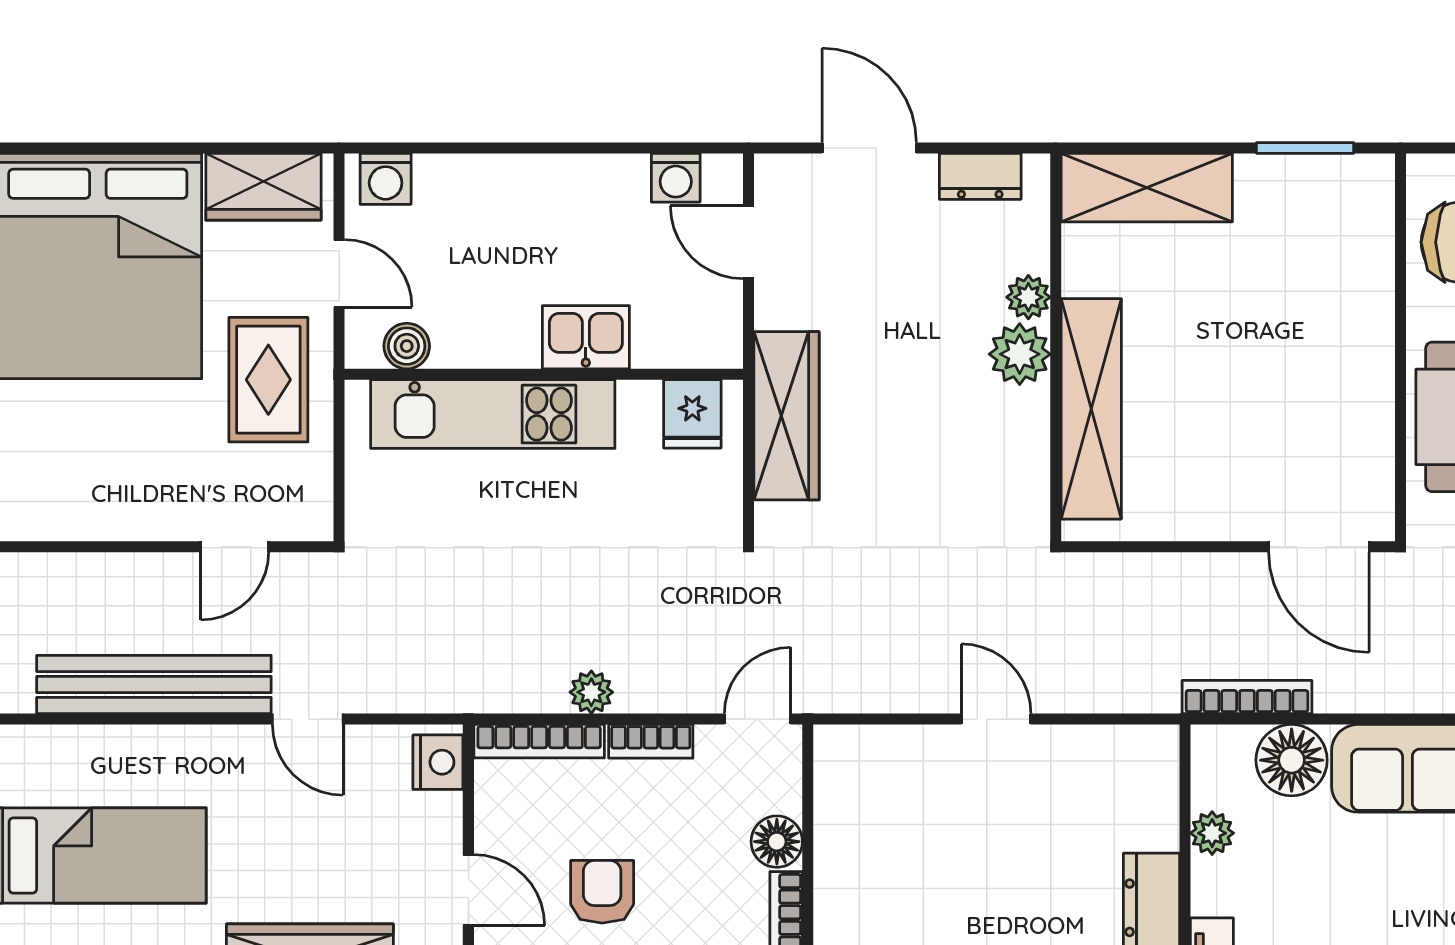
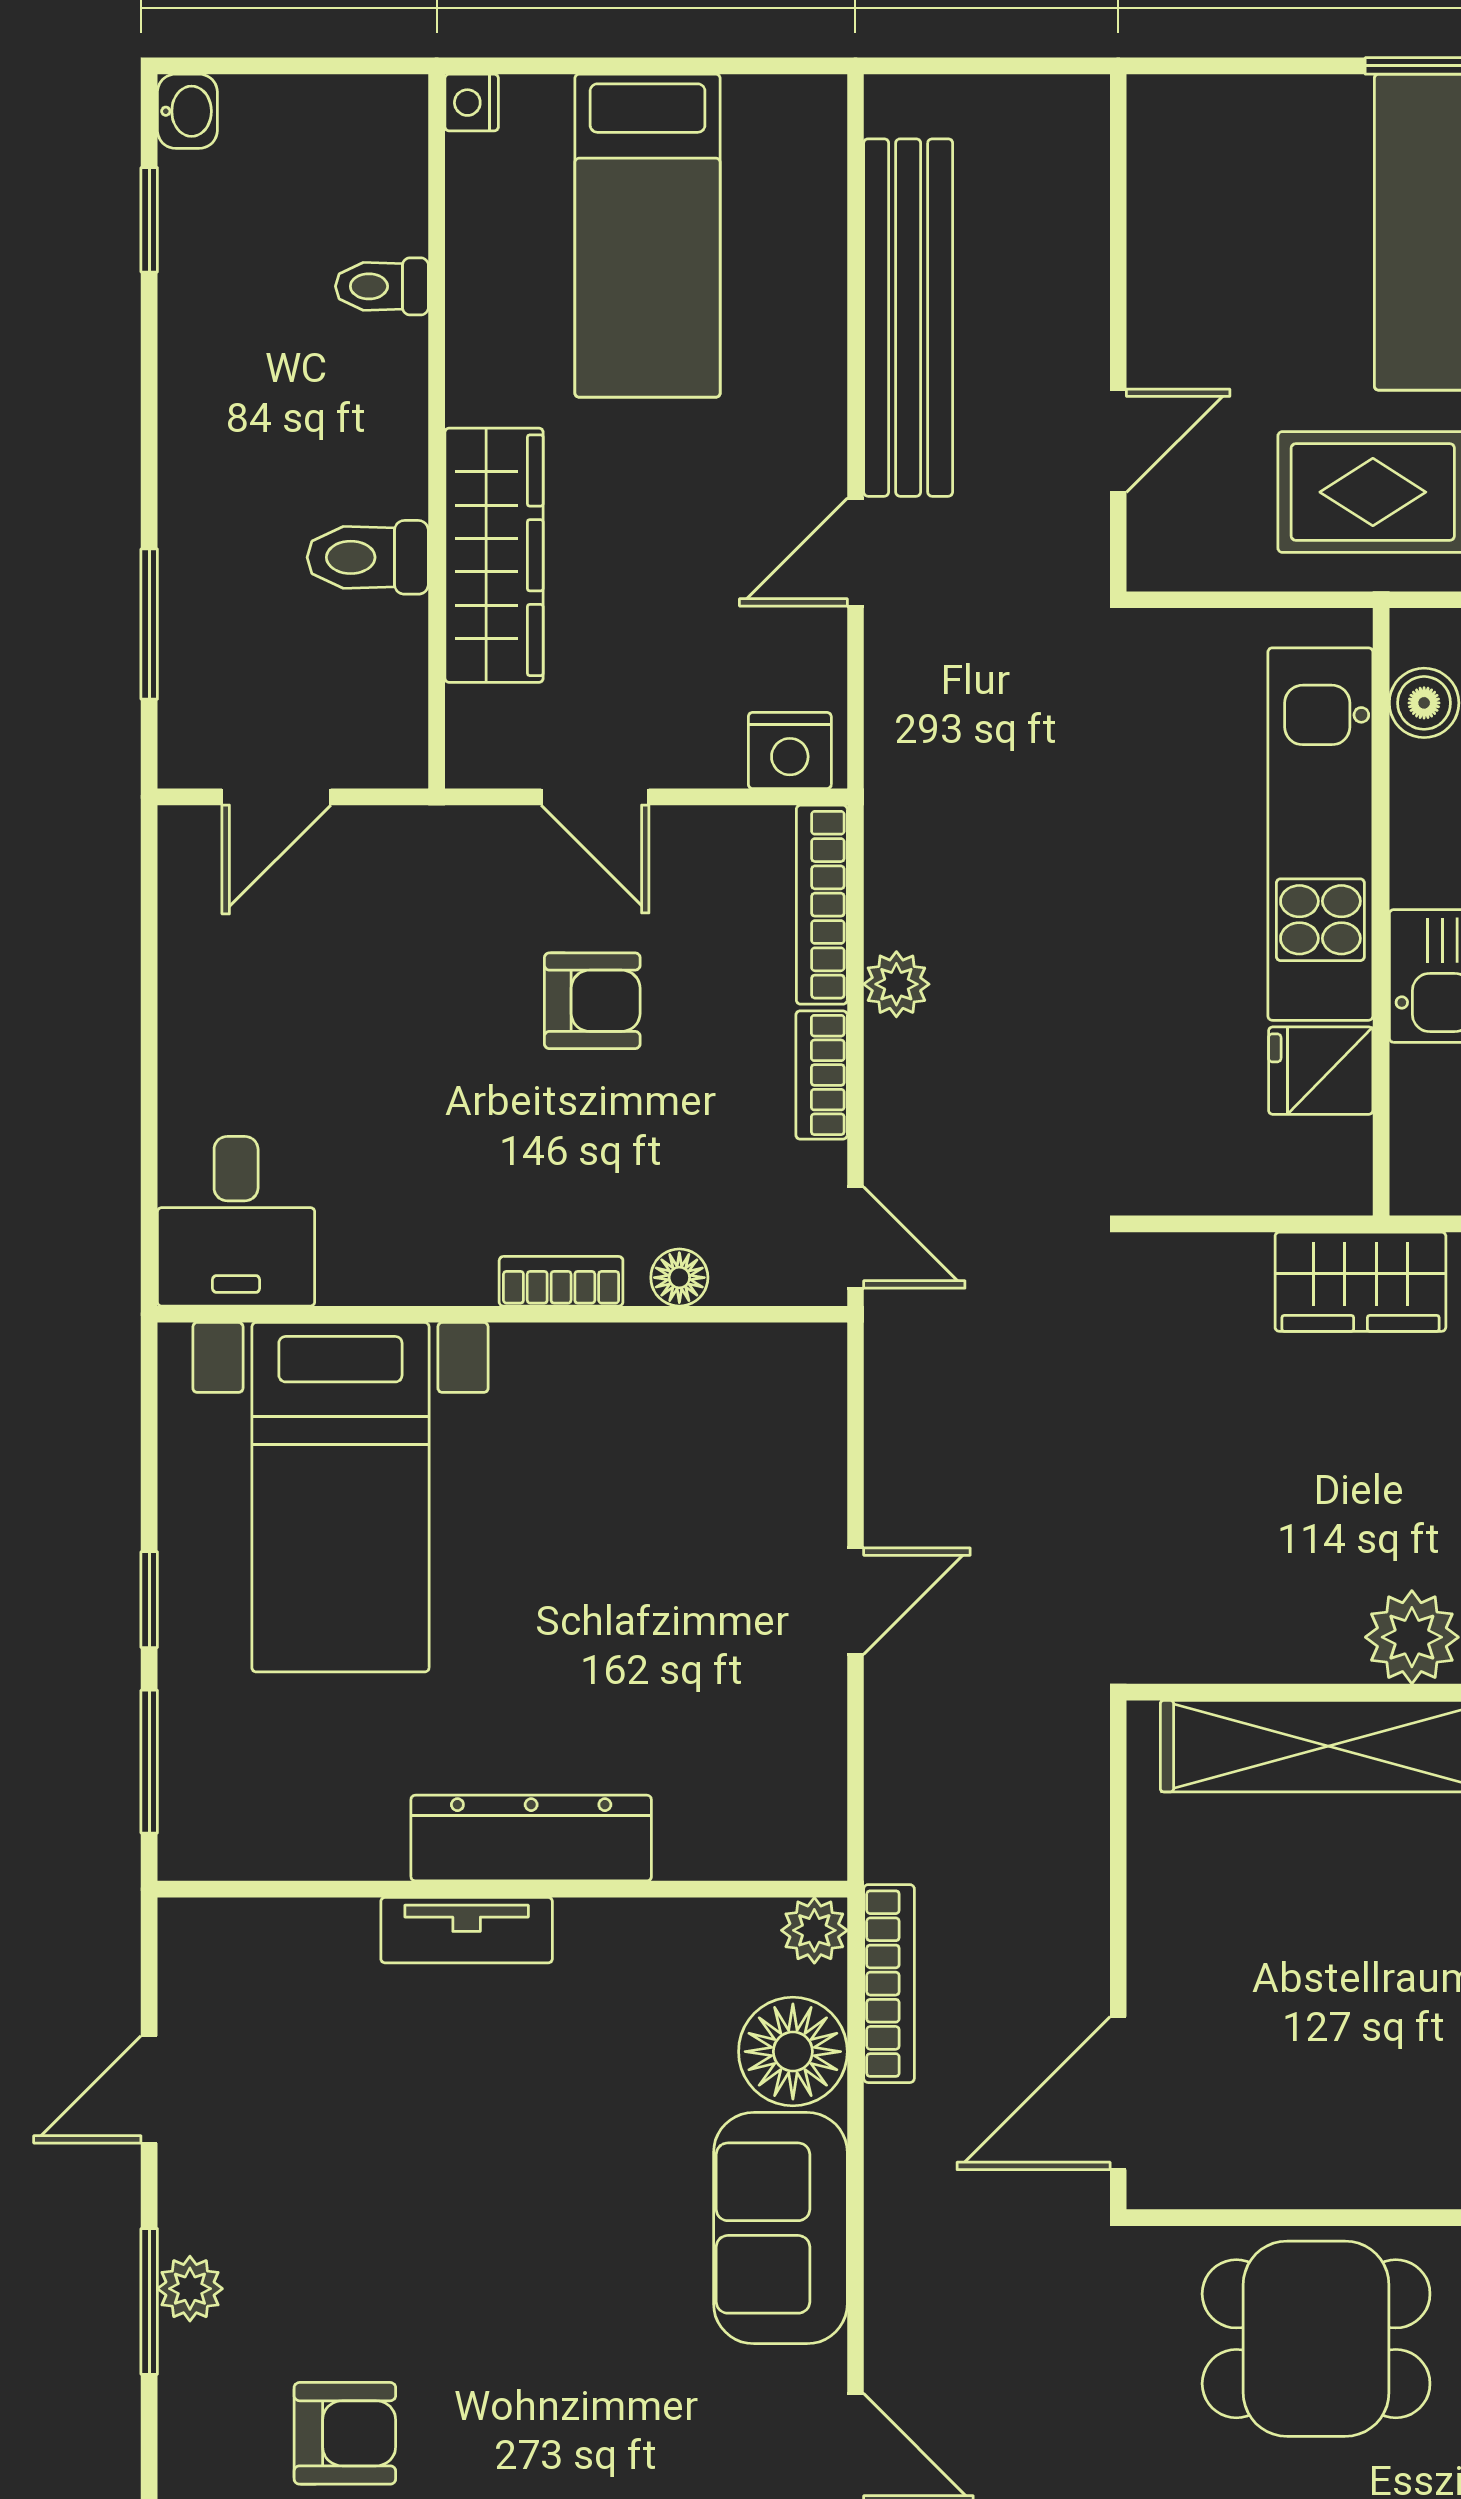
fridge: (692, 414) -> (1321, 1071), moved
wardrobe: (786, 416) -> (1360, 1282), width x0.67
door: (235, 547) -> (1118, 441), swing flipped
plant: (1212, 833) -> (814, 1930), moved
floor lamp: (777, 842) -> (679, 1278), width x0.73, depth x0.73
door: (468, 890) -> (595, 797), hinge flipped

